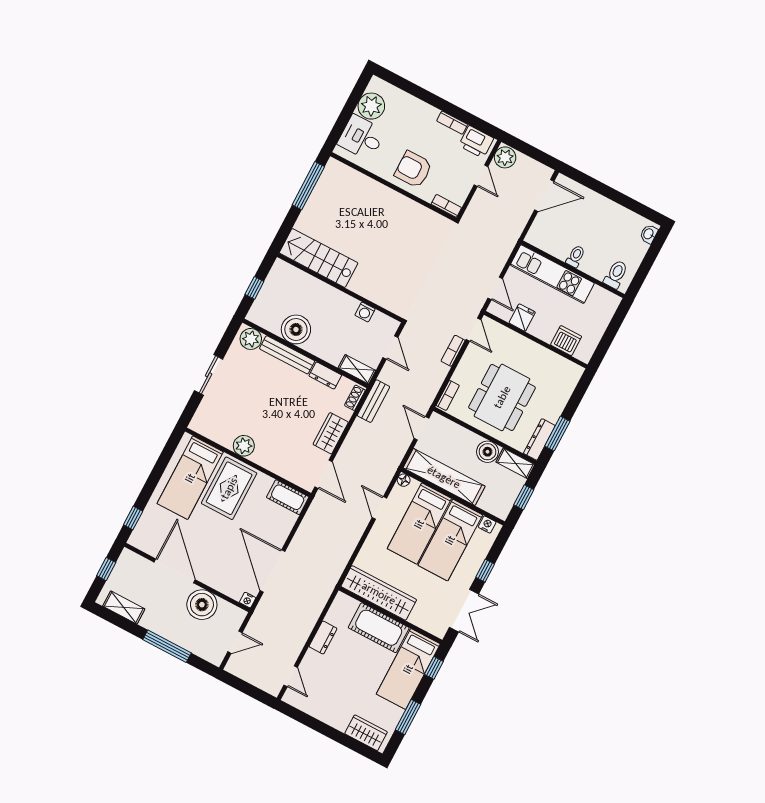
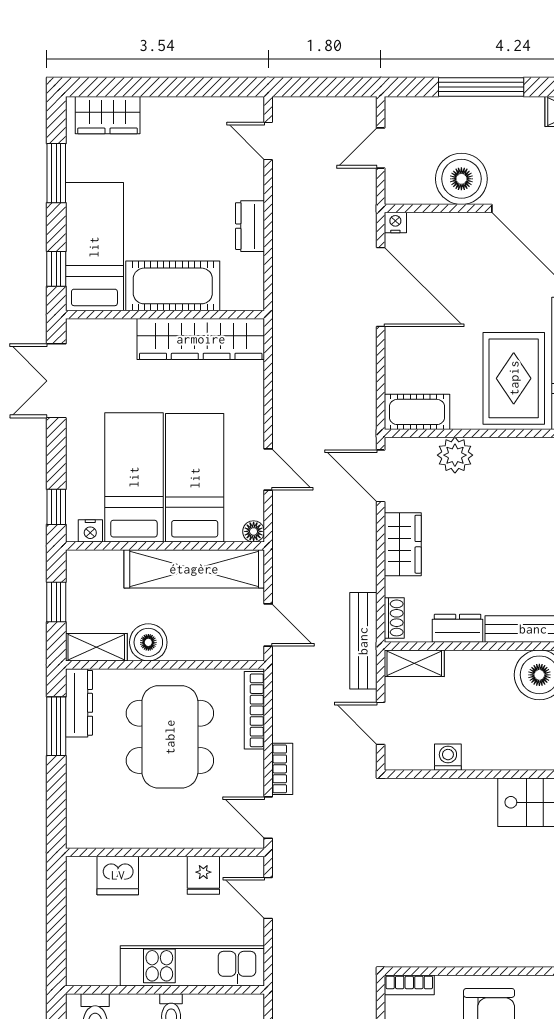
bookcase: (448, 395) -> (254, 710), width x1.56
bench: (373, 401) -> (363, 641), width x1.36
plant: (244, 446) -> (455, 455), moved
window: (485, 571) -> (56, 507), moved

